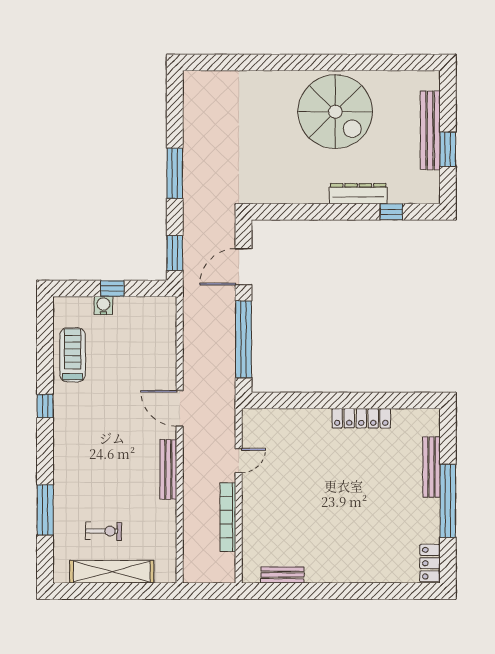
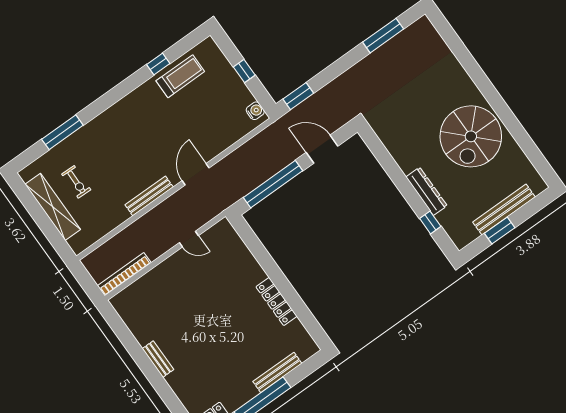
window: (175, 173) -> (383, 36), moved
water cooler: (103, 305) -> (255, 111), moved
window: (45, 406) -> (158, 64), moved
bookcase: (228, 517) -> (124, 274), moved
bench: (282, 575) -> (158, 359), moved

